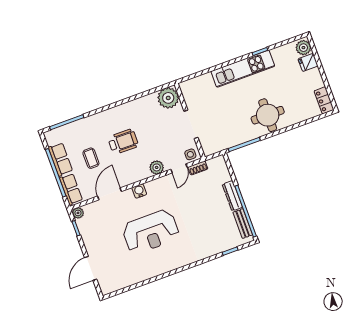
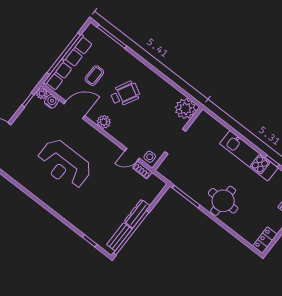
wheelchair: (123, 142) -> (125, 94), turned -63
plant: (157, 167) -> (104, 122), moved
water cooler: (139, 191) -> (51, 101), moved

